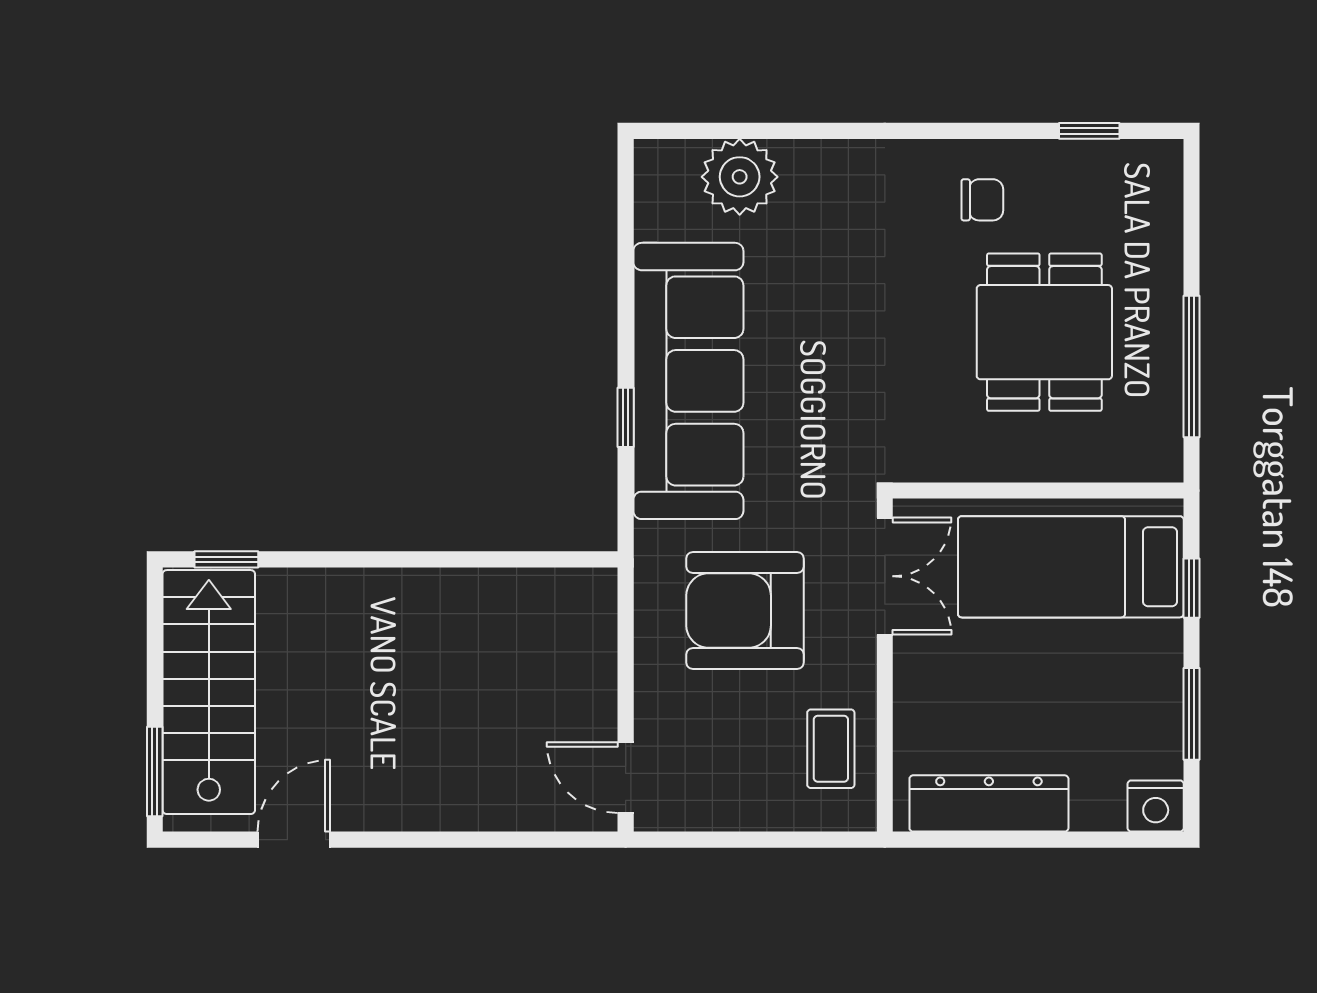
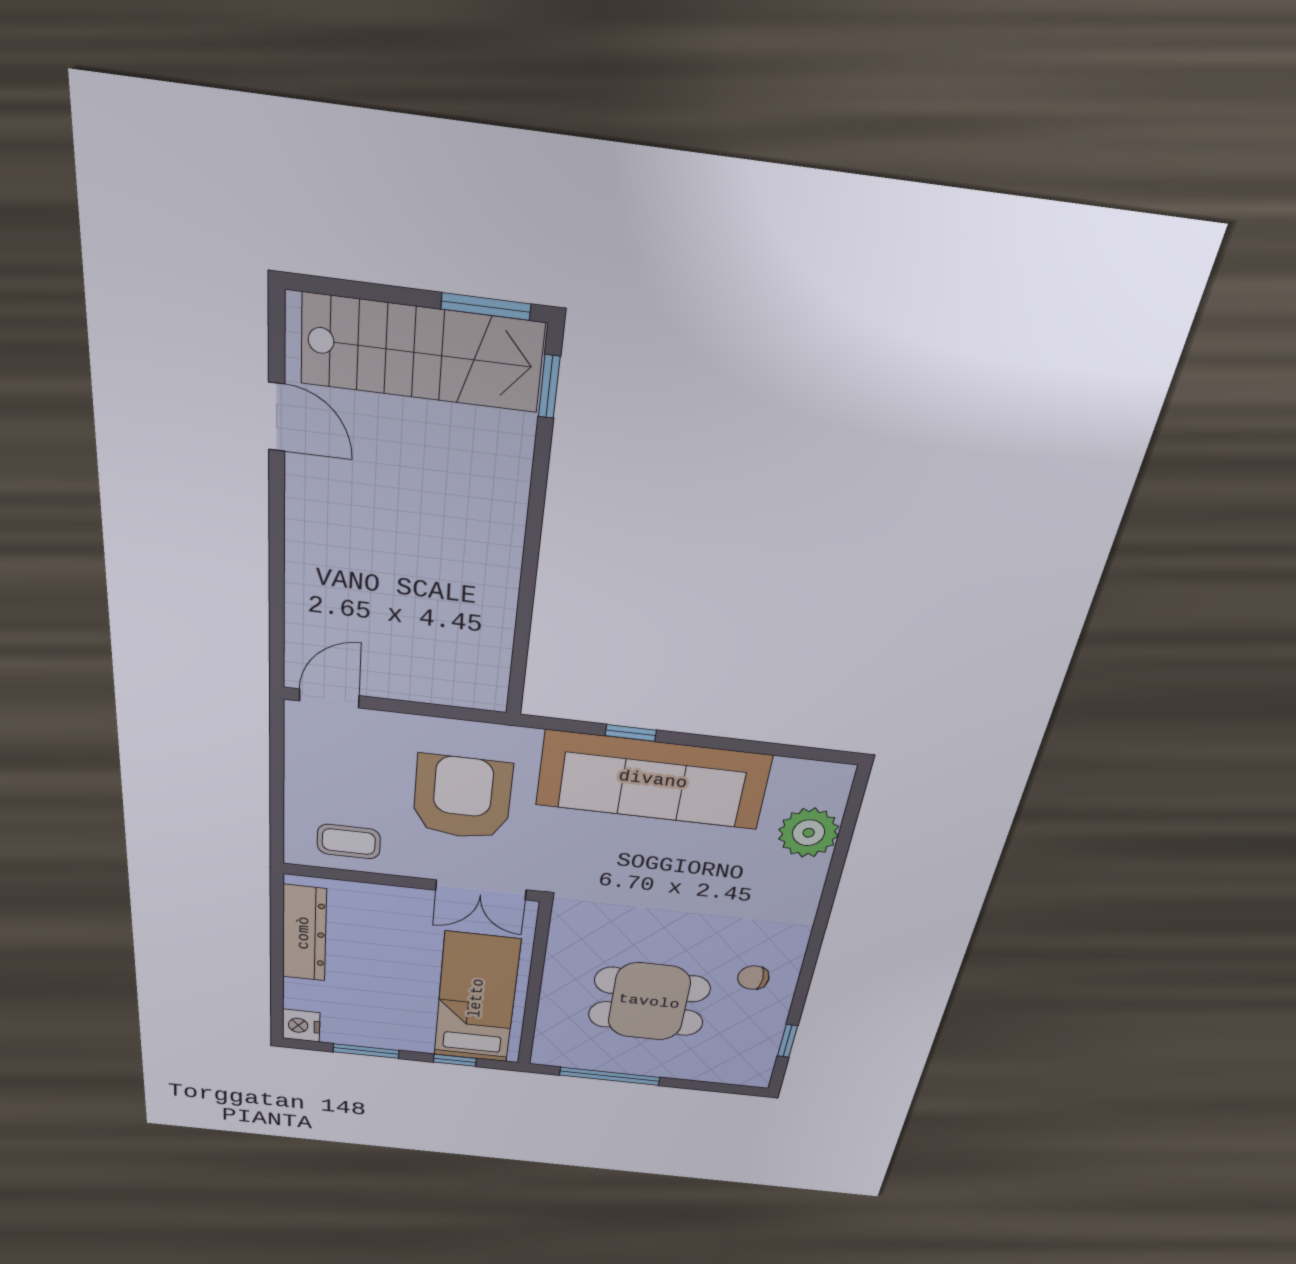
chair: (982, 200) -> (753, 978), turned 90
window: (155, 772) -> (486, 306), moved

